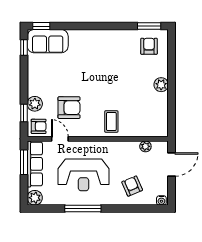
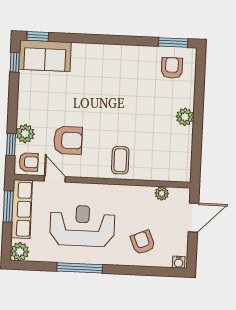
reception desk: (83, 175) -> (82, 226), turned 180

